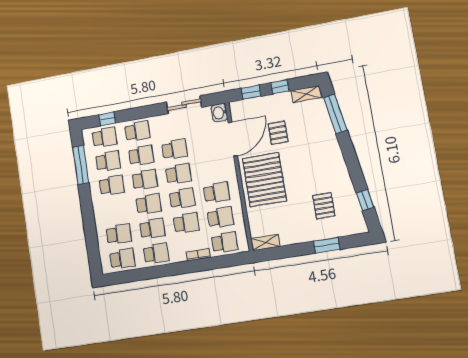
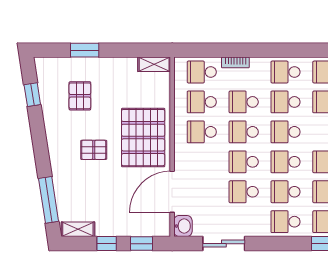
pallet: (278, 133) -> (94, 150), moved, turned 90

